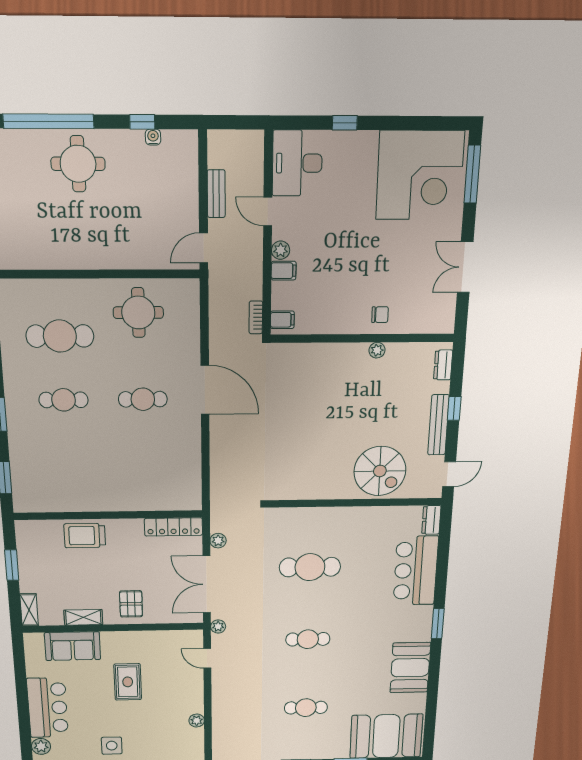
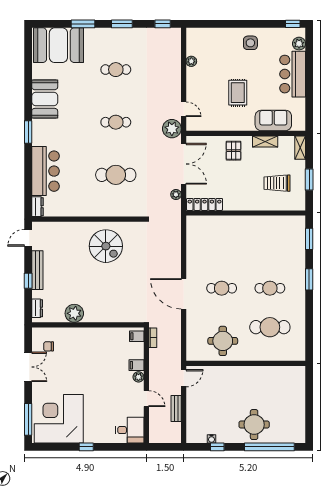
window: (345, 123) -> (86, 447), moved
desk: (297, 163) -> (130, 430), width x0.73
chair: (380, 315) -> (49, 346), moved
plant: (377, 350) -> (74, 313), width x1.88, depth x1.88
spiral stairs: (380, 471) -> (106, 246), moved, turned 180
trolley: (85, 536) -> (277, 183), moved, turned 180
plant: (218, 626) -> (172, 129), width x1.87, depth x1.87

